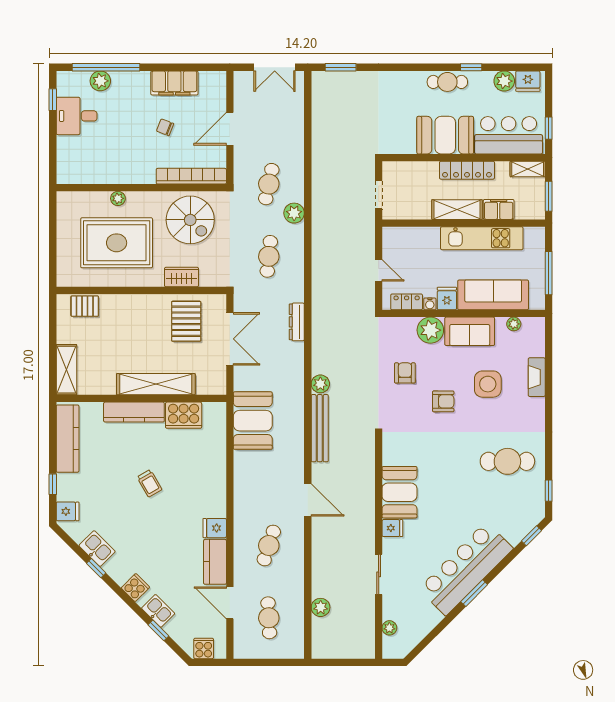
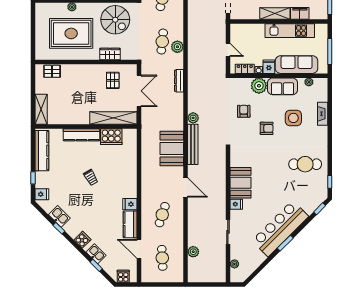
plant: (294, 213) -> (177, 47), moved
pallet: (186, 321) -> (113, 80), width x0.67, depth x0.71
shelving: (156, 384) -> (113, 118), moved
booth: (253, 421) -> (172, 148), moved

